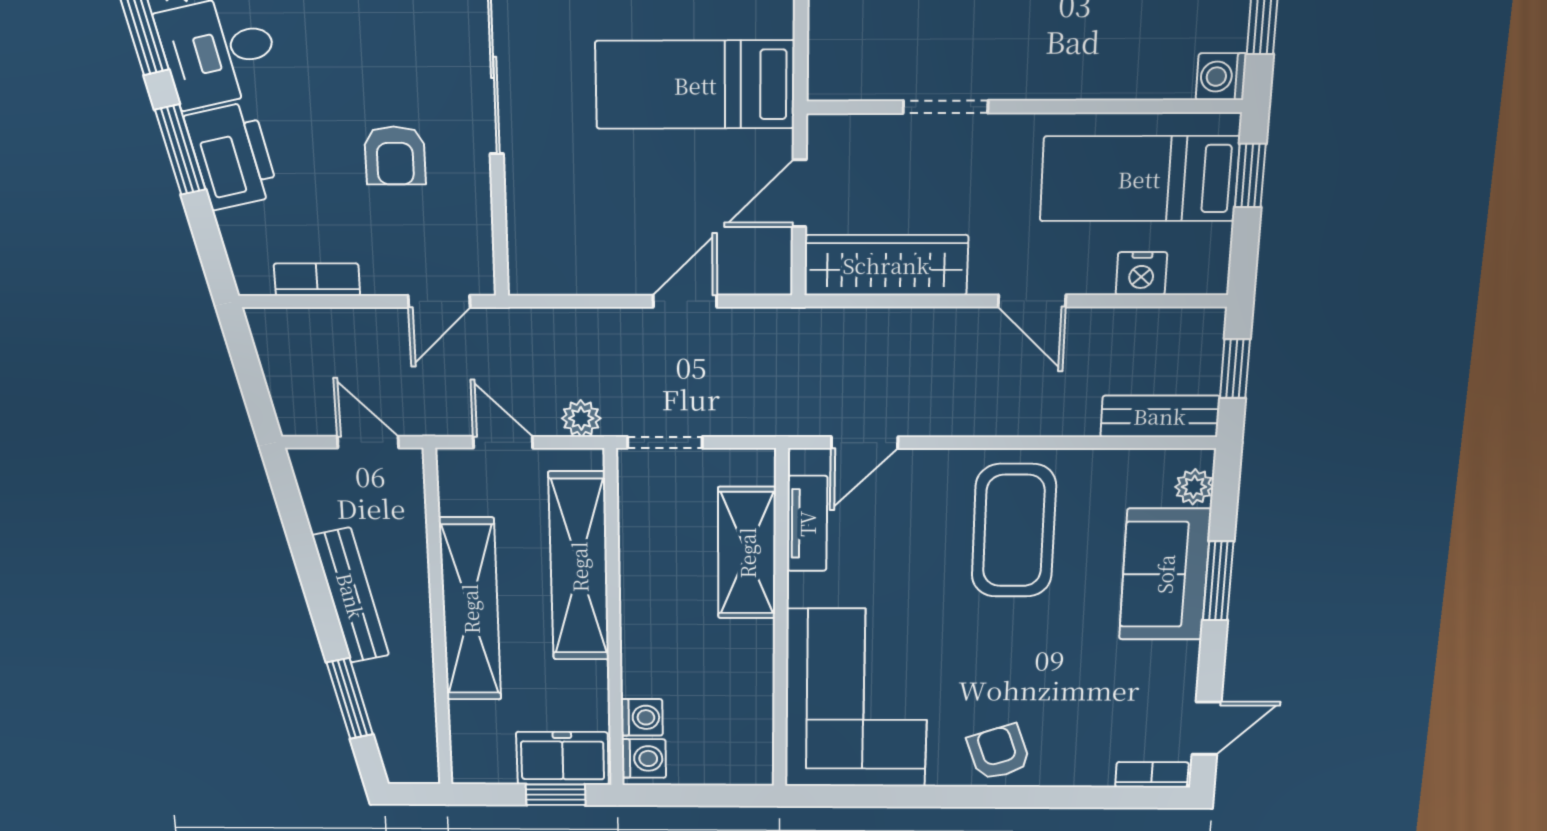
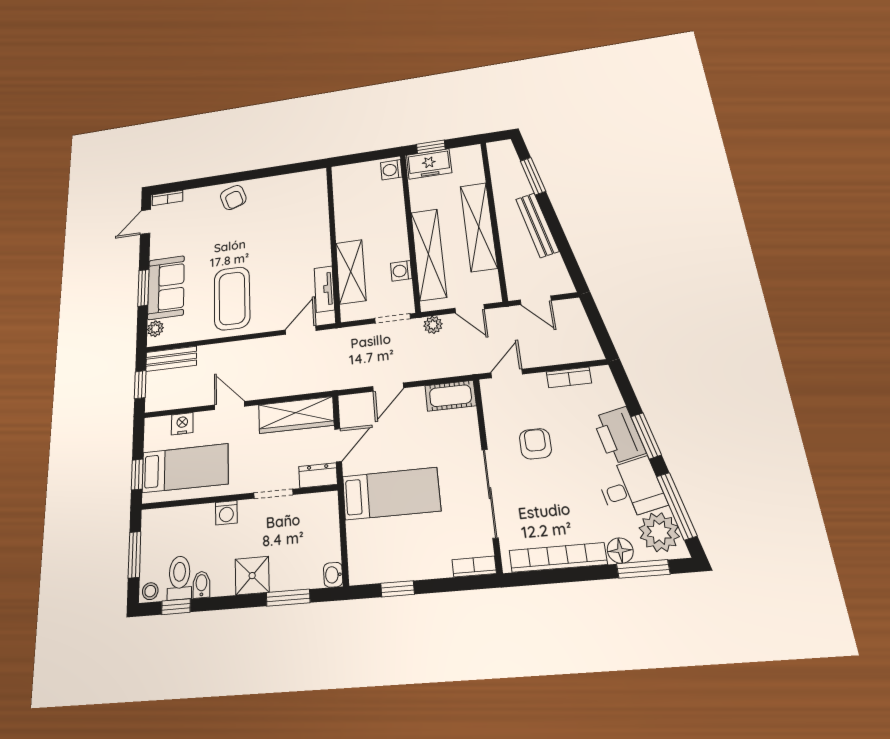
washing machine: (1221, 77) -> (226, 513), moved, turned 90
dresser: (847, 136) -> (318, 475), added
cot: (557, 269) -> (450, 396), added
corner sofa: (856, 698) -> (297, 212), removed
washing machine: (642, 717) -> (401, 271), moved

